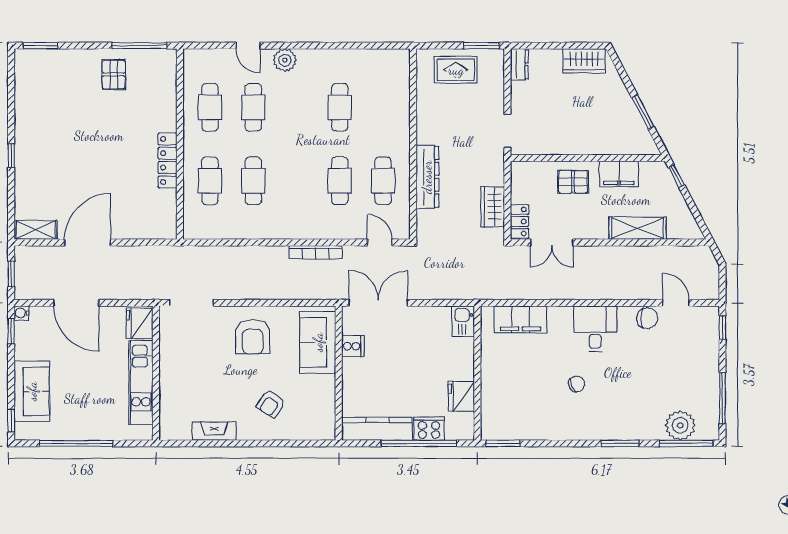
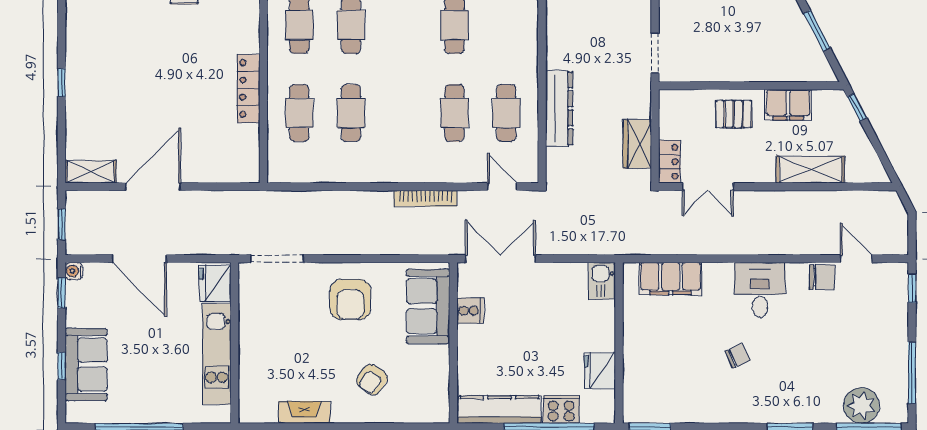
window: (11, 421) -> (62, 366), moved

